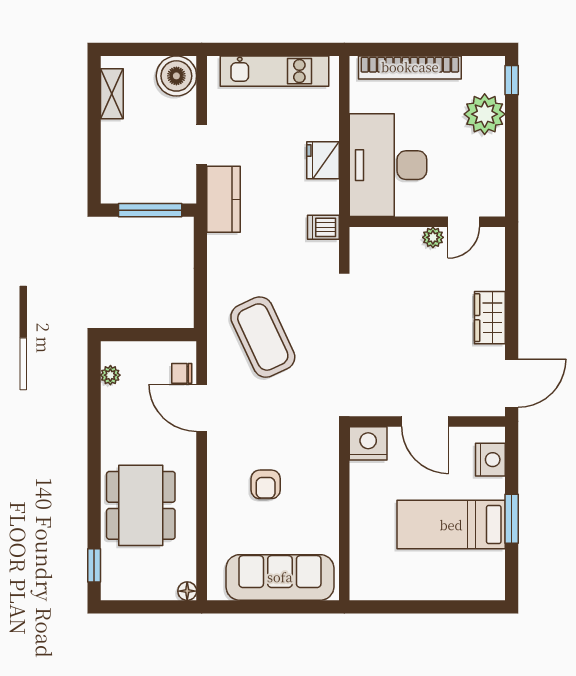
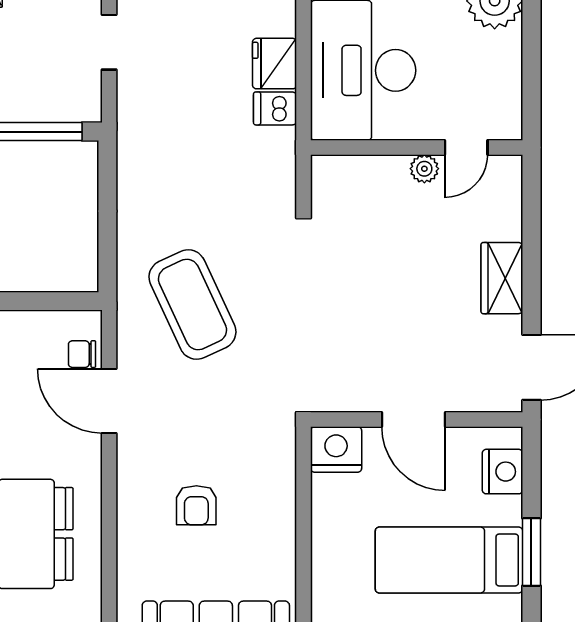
kitchen counter: (223, 199) -> (139, 117), removed
dishwasher: (323, 227) -> (275, 108), moved

